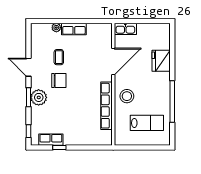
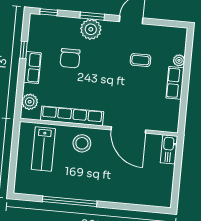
fridge: (161, 61) -> (124, 192), removed
chair: (59, 80) -> (70, 58), moved
lab bench: (147, 123) -> (43, 149), moved
plant: (99, 139) -> (30, 102), added
row of seats: (51, 140) -> (32, 68), moved

